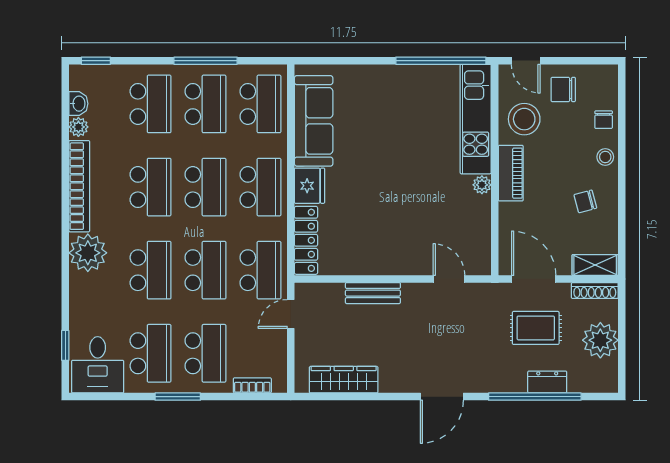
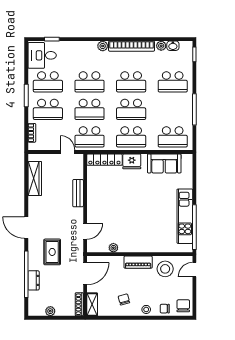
chair: (563, 89) -> (183, 306), moved
school desk: (205, 104) -> (173, 109), removed
kitchen unit: (476, 119) -> (185, 216), moved, turned -90
sofa: (314, 121) -> (164, 163), width x0.73
plant: (482, 185) -> (113, 248), moved
plant: (88, 253) -> (103, 46), width x0.53, depth x0.53
rug: (536, 328) -> (52, 252), moved
plant: (600, 340) -> (50, 311), width x0.53, depth x0.53

